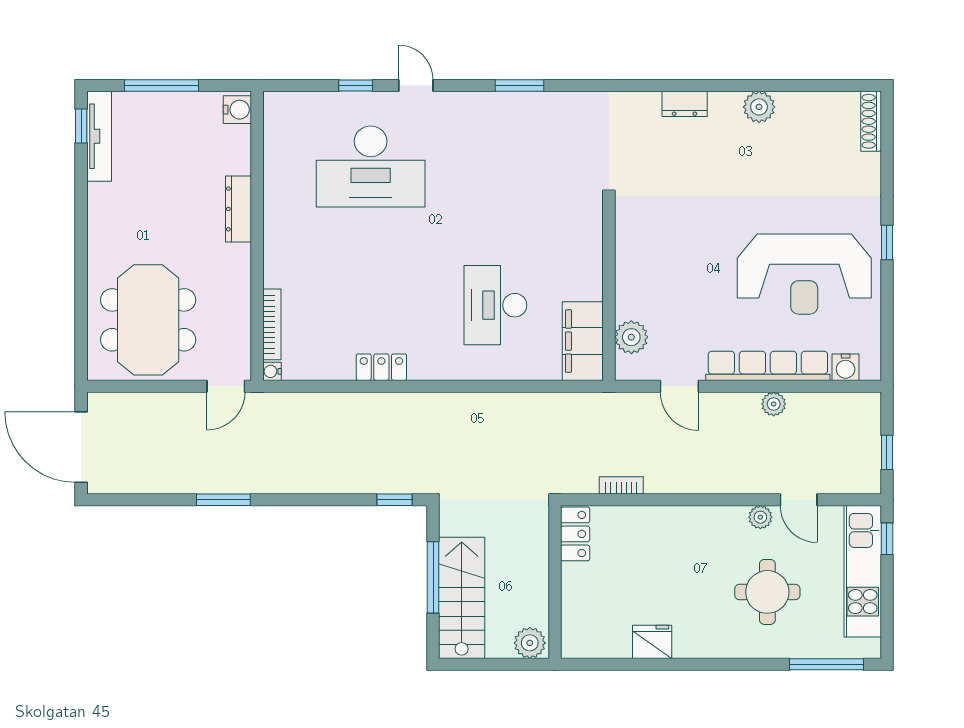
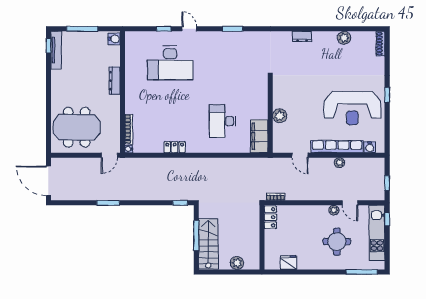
plant: (759, 107) -> (344, 38), moved
meeting table: (148, 320) -> (77, 127), turned 90
plant: (631, 337) -> (280, 116), moved
locker: (575, 534) -> (270, 217), moved
wall: (555, 582) -> (262, 237), moved

